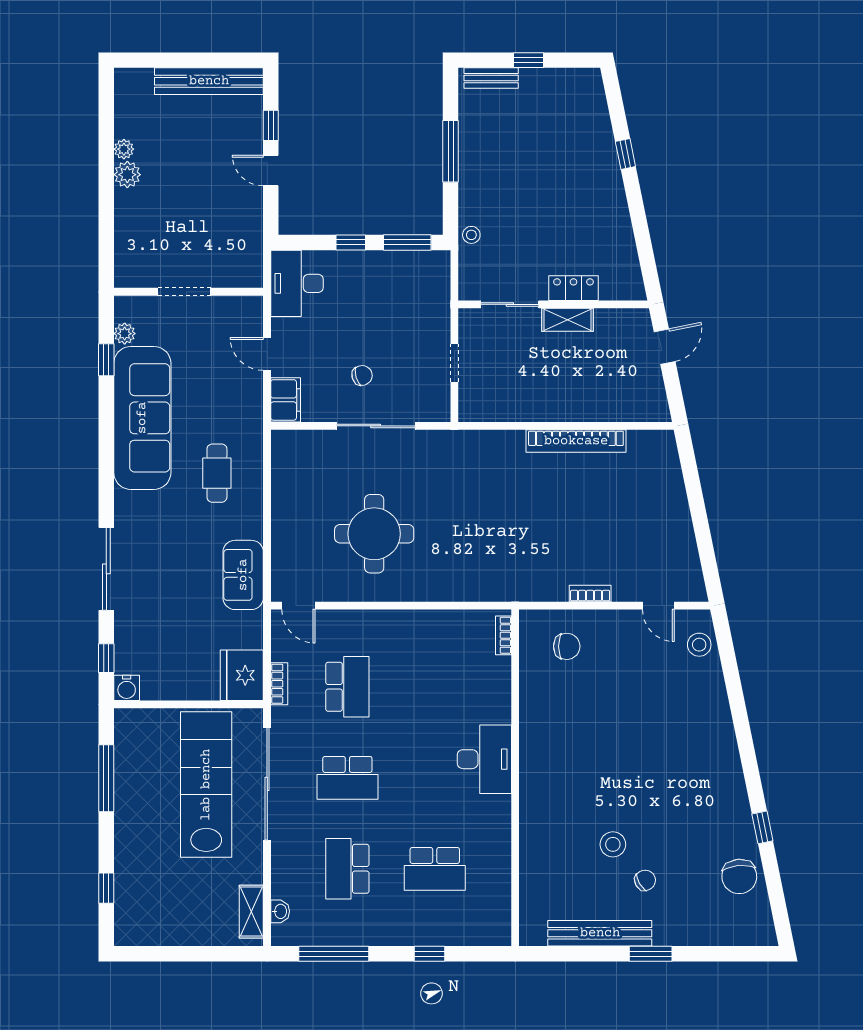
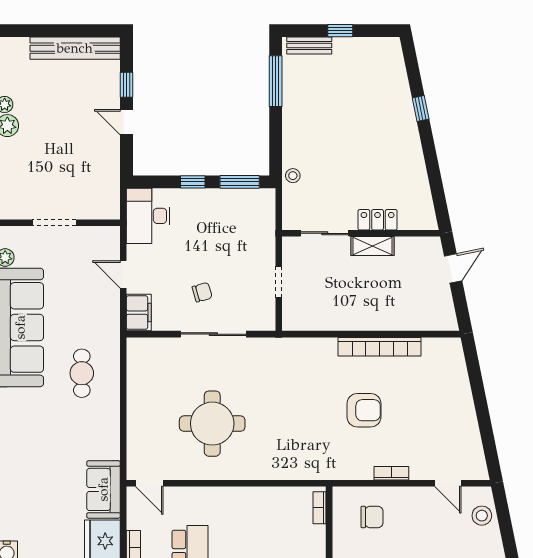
window: (451, 151) -> (276, 81), moved
armchair: (557, 518) -> (364, 410), added
sofa: (243, 575) -> (103, 489), moved

